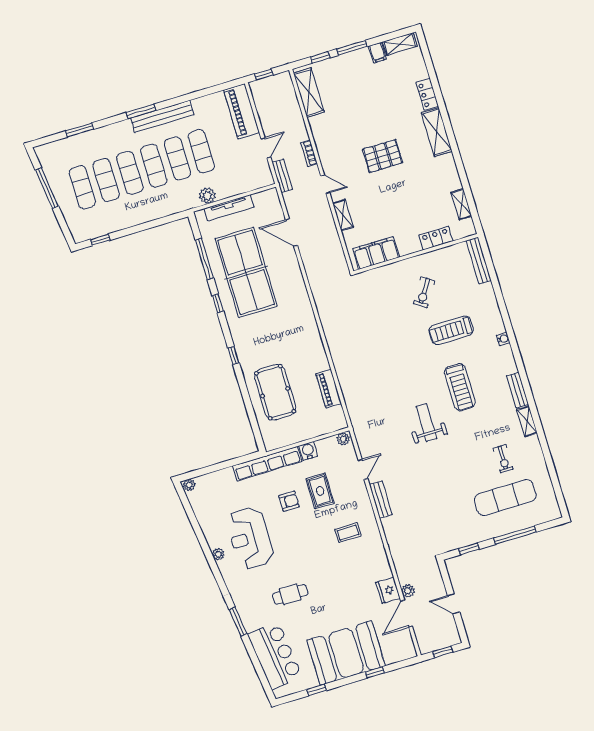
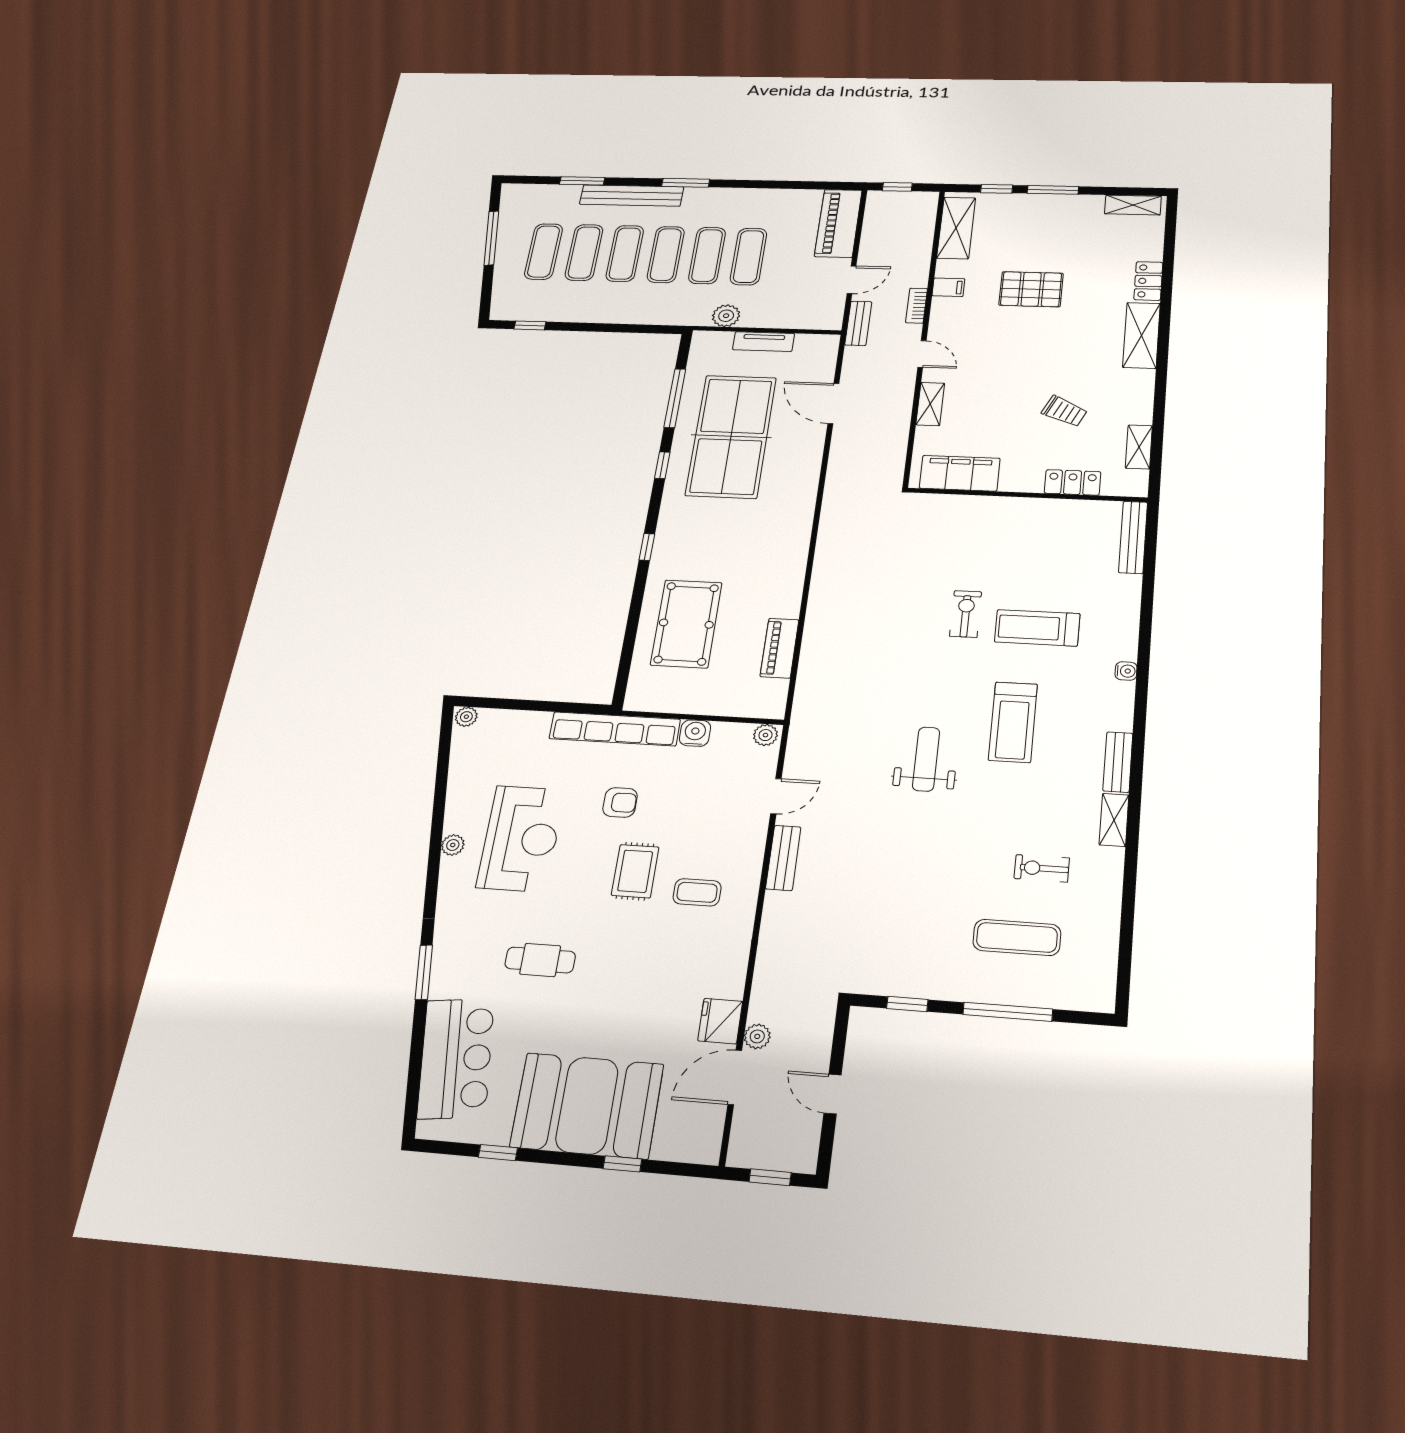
filing cabinet: (377, 53) -> (948, 287), moved, turned -90
bench: (162, 116) -> (632, 196), moved
pallet: (383, 156) -> (1031, 289), moved
trolley: (415, 195) -> (1064, 411), added
tv unit: (229, 208) -> (764, 342), width x0.71
exercise bike: (424, 292) -> (966, 614), moved, turned 147
exercise bike: (503, 459) -> (1042, 868), turned 90
rug: (320, 491) -> (635, 871), moved
exercise mat: (505, 498) -> (1017, 937), width x0.73, depth x0.69
reception desk: (250, 538) -> (521, 838), turned 180

